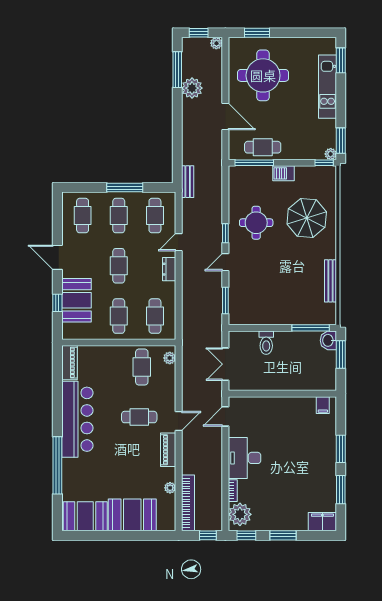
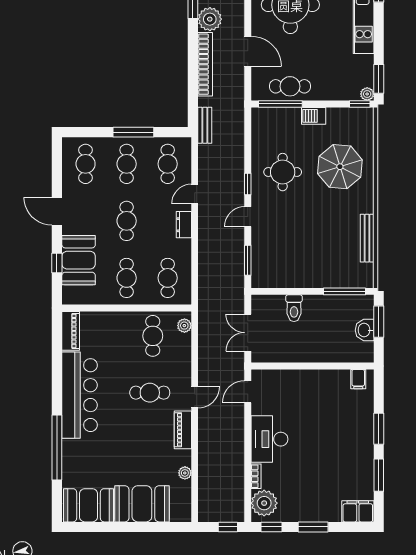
washbasin: (328, 340) -> (365, 330), moved
bookcase: (188, 503) -> (205, 64), moved

